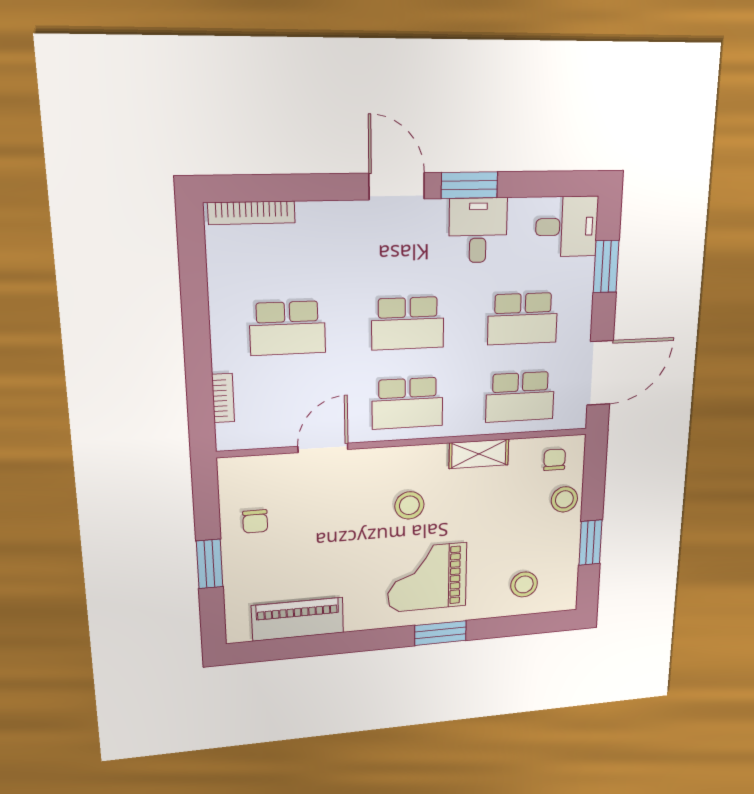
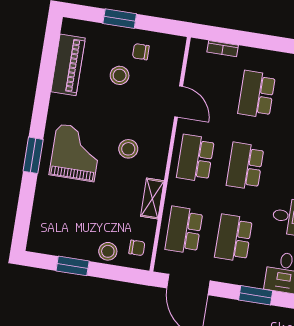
stool: (524, 584) -> (120, 75), moved

